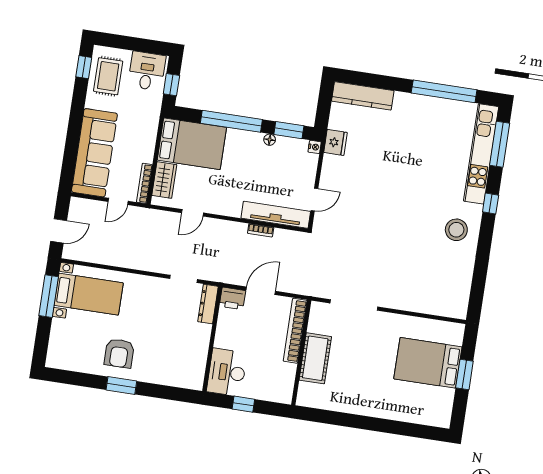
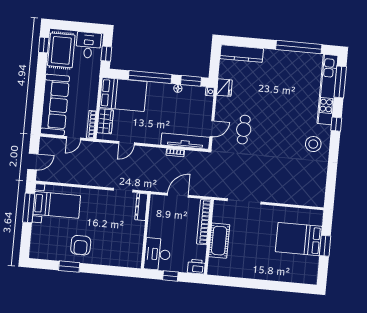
rug: (108, 76) -> (61, 50), width x1.36, depth x1.43
cafe table: (359, 203) -> (244, 130), added
printer: (232, 298) -> (196, 267), moved, turned 180
window: (121, 385) -> (69, 267), moved

